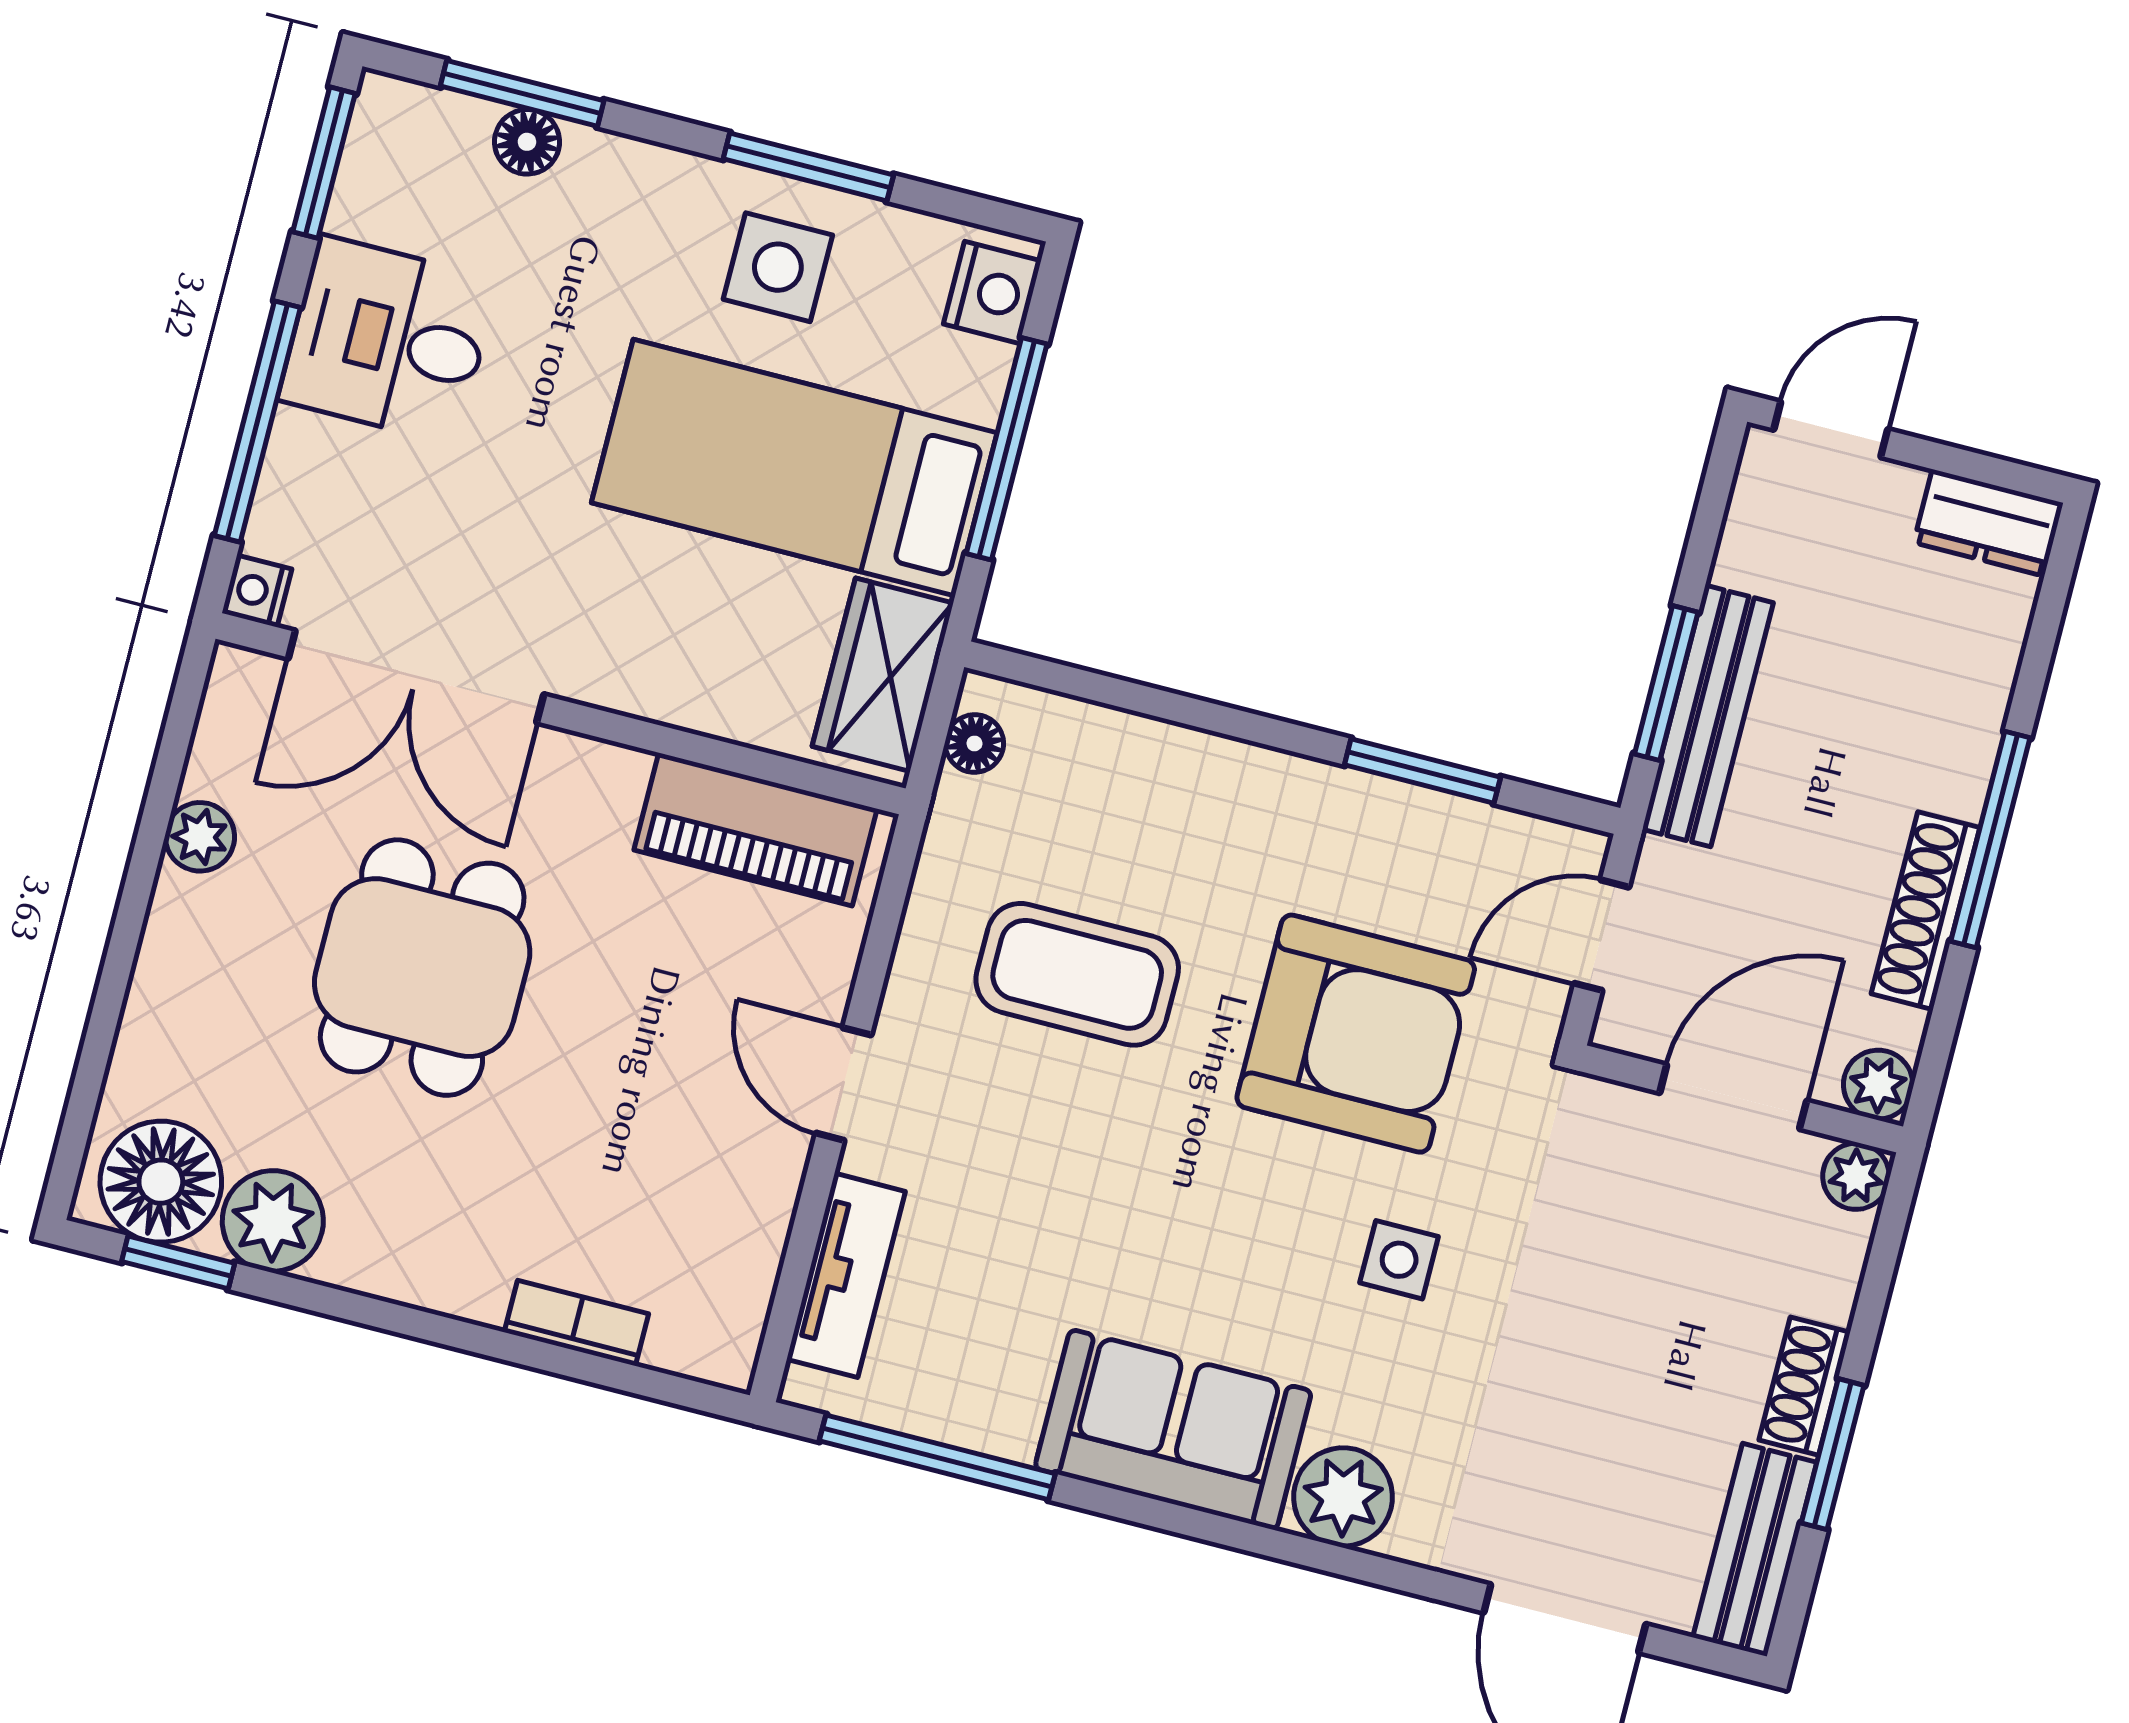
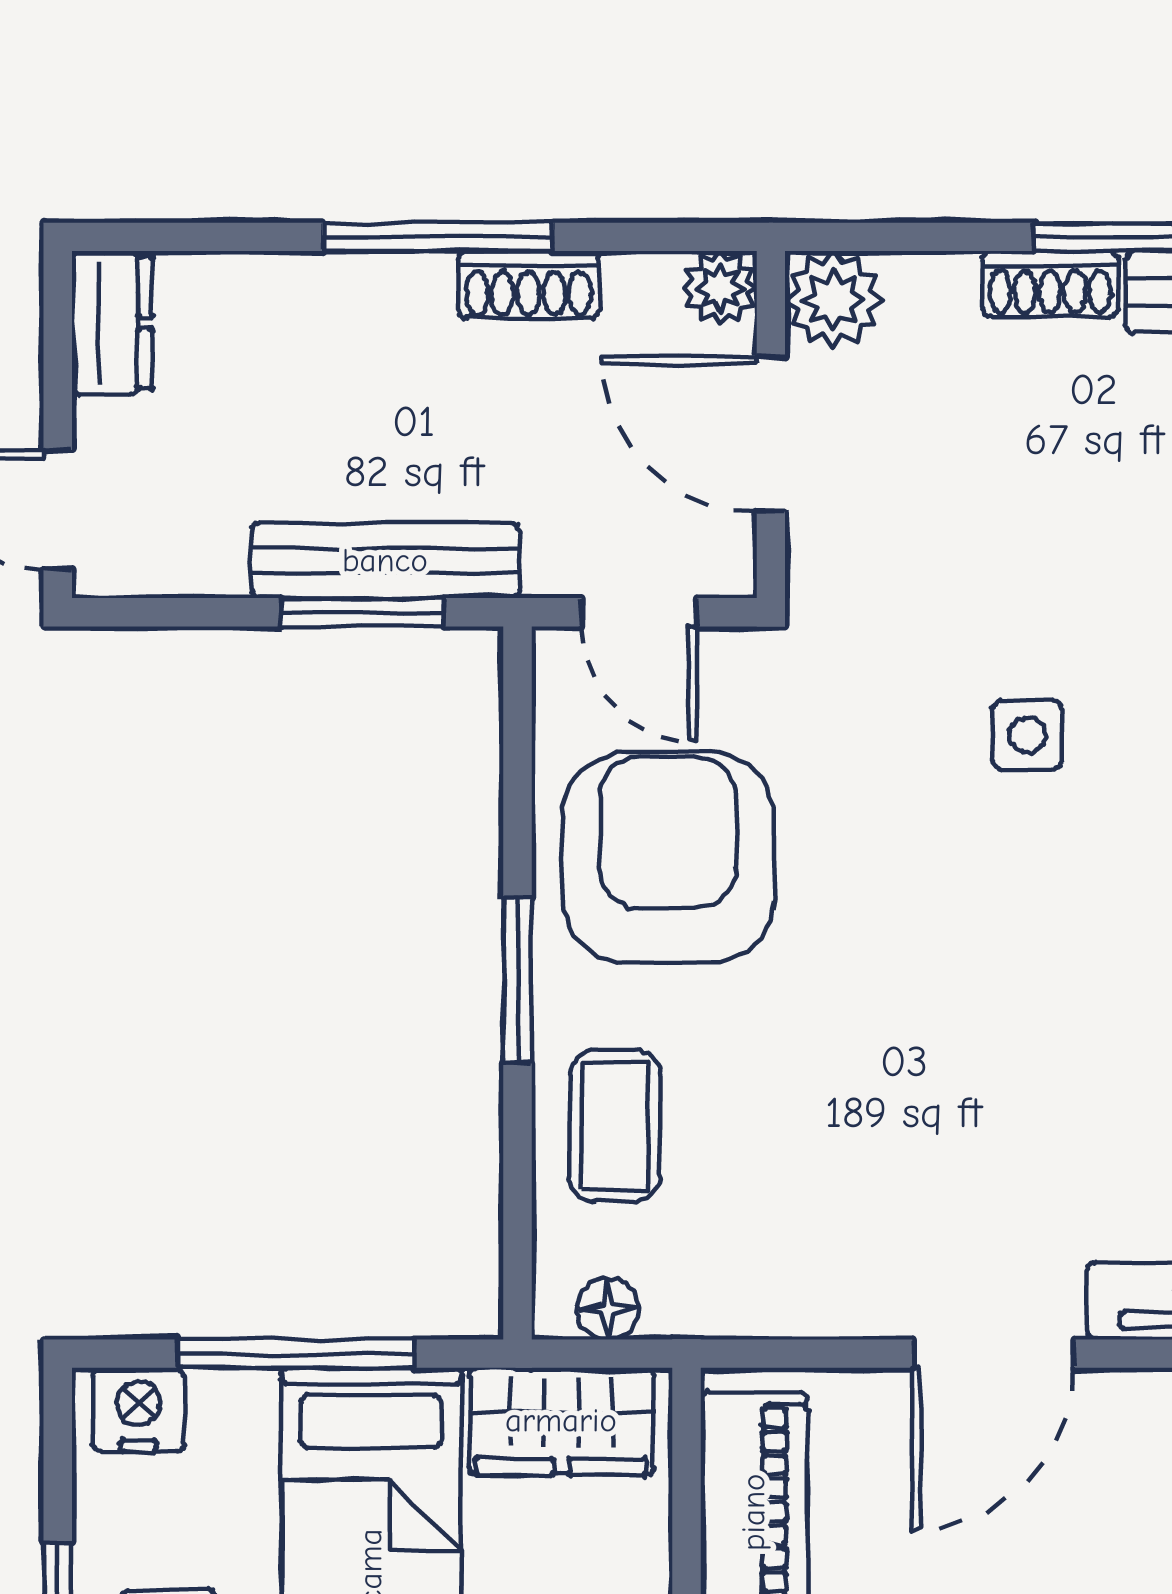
window: (1422, 771) -> (518, 980), moved
shoe rack: (1925, 911) -> (528, 285), width x0.70
coffee table: (1077, 974) -> (615, 1126), moved, width x0.73, depth x0.77
armchair: (1356, 1034) -> (668, 858), moved
door: (843, 1084) -> (993, 1354), width x1.38
plant: (1856, 1176) -> (834, 300), width x1.38, depth x1.38

